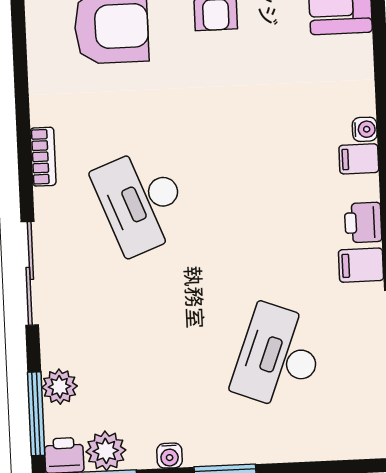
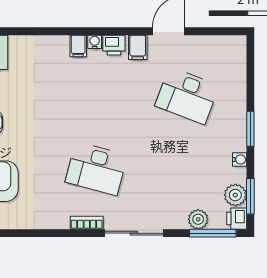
water cooler: (365, 129) -> (95, 42), moved
bookcase: (43, 157) -> (87, 223), moved
desk: (142, 201) -> (96, 169), turned 36

